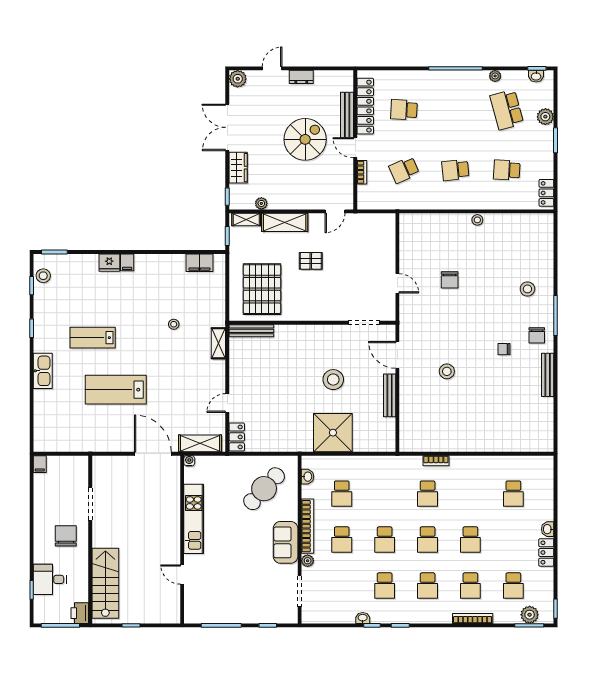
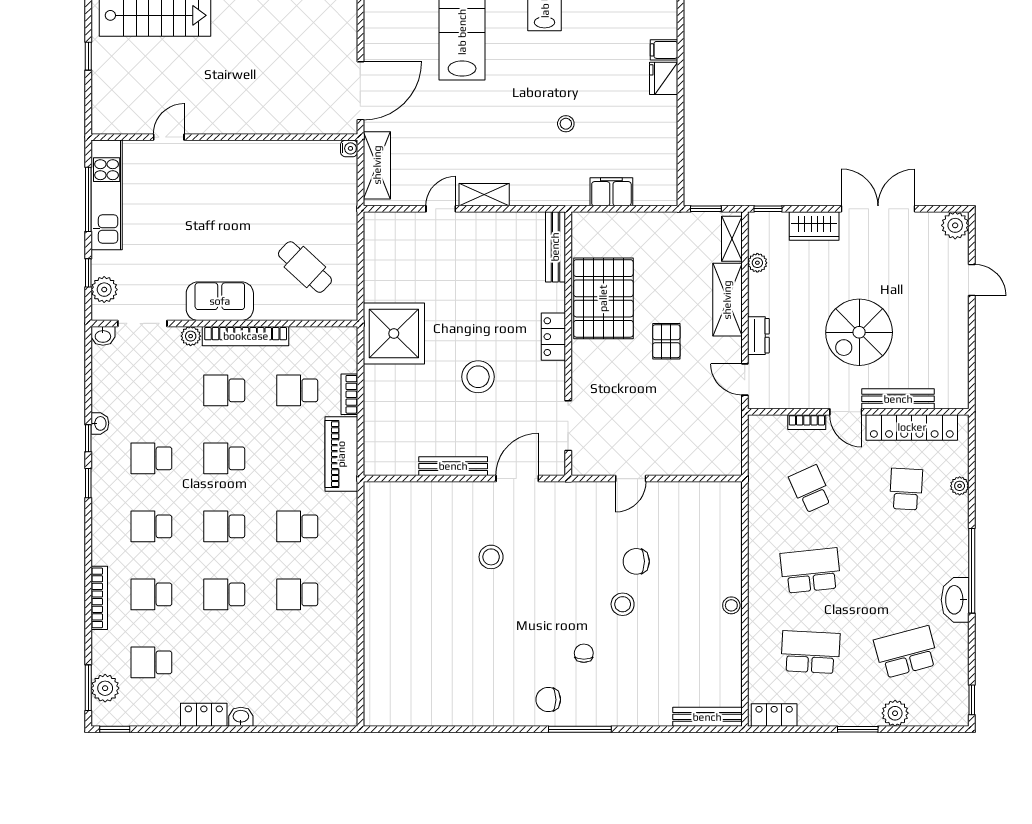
plant: (495, 76) -> (960, 486), moved
washbasin: (536, 76) -> (955, 600), moved, width x1.91, depth x1.45
dresser: (301, 77) -> (758, 336), moved, turned 180
spiral stairs: (305, 139) -> (859, 332), turned 90
door: (355, 148) -> (846, 412), swing flipped
school desk: (455, 170) -> (810, 571), width x1.85
school desk: (507, 170) -> (810, 652), width x1.85
fridge: (109, 263) -> (664, 78), moved
filing cabinet: (200, 263) -> (611, 192), moved, turned 90
pallet: (262, 289) -> (603, 298), moved, turned 90
stool: (527, 289) -> (623, 604), moved
shelving: (218, 343) -> (484, 195), moved
chair: (504, 349) -> (584, 653), moved
bench: (548, 375) -> (707, 717), moved
door: (227, 403) -> (441, 209), hinge flipped
shower: (333, 433) -> (394, 333), moved
locker: (237, 437) -> (553, 337), moved, turned 90
bookcase: (436, 461) -> (349, 394), moved
piano: (382, 466) -> (341, 454), added
washbasin: (307, 477) -> (103, 336), moved
cafe table: (264, 489) -> (305, 267), width x0.73, depth x0.74
school desk: (513, 494) -> (297, 594), moved
kitchen unit: (194, 519) -> (107, 195), moved, turned -90
plant: (278, 615) -> (104, 290), added

